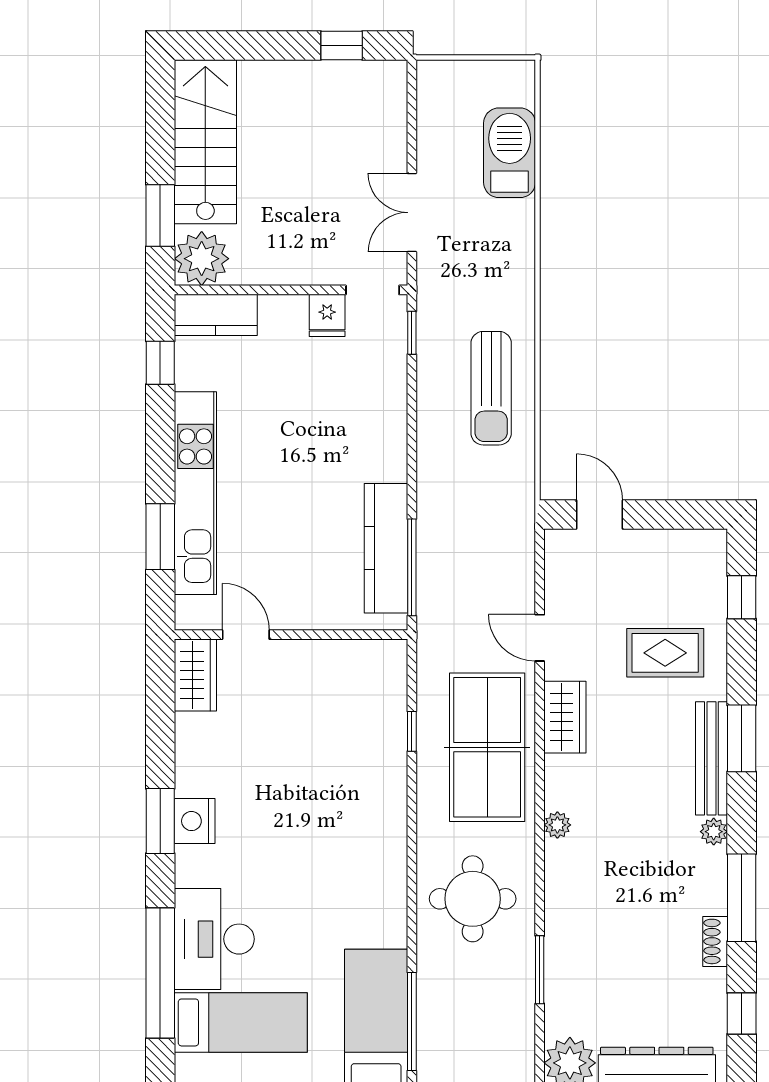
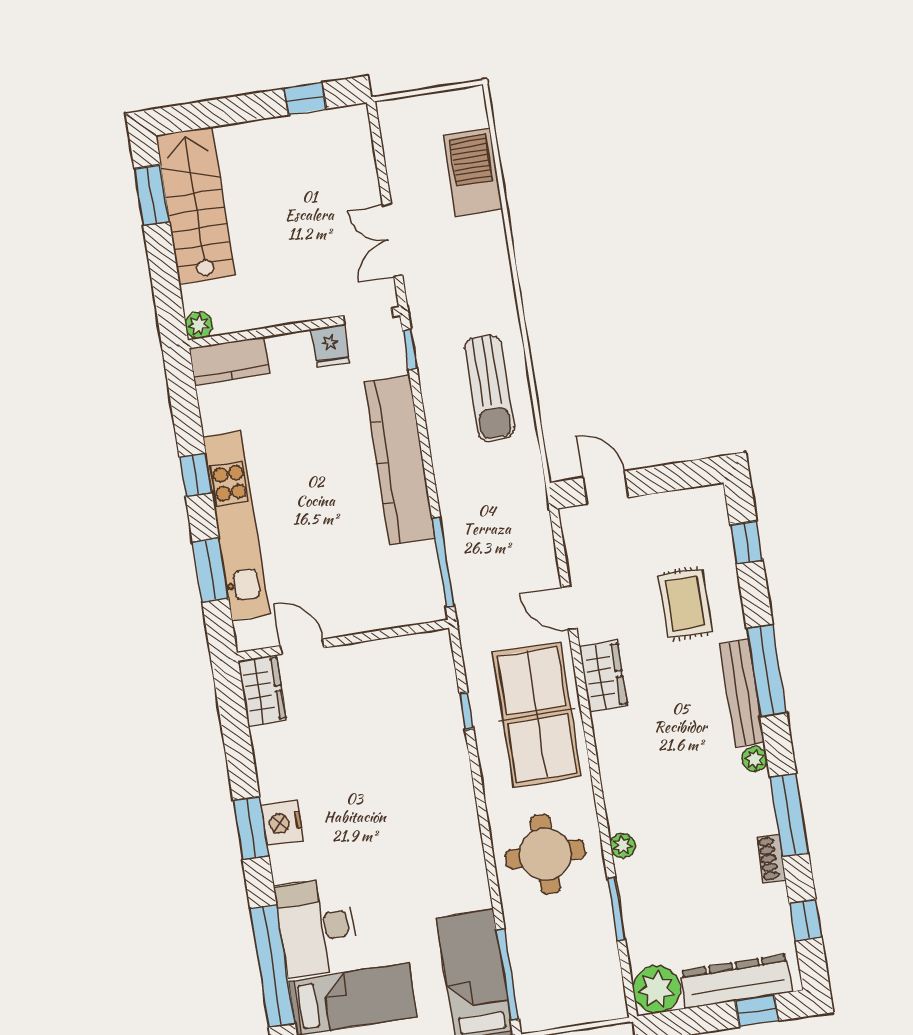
window: (160, 215) -> (152, 195), moved
plant: (202, 259) -> (199, 325), width x0.53, depth x0.53
window: (160, 363) -> (196, 475), moved
kitchen counter: (386, 548) -> (400, 460), moved, width x1.39, depth x1.17
rug: (665, 653) -> (685, 604), turned 90
window: (742, 738) -> (766, 670), width x1.44
plant: (557, 825) -> (623, 846), moved

